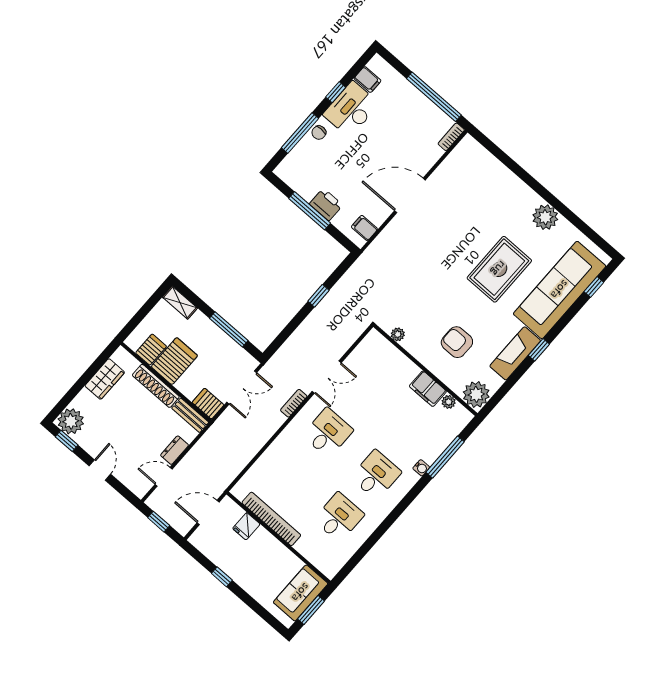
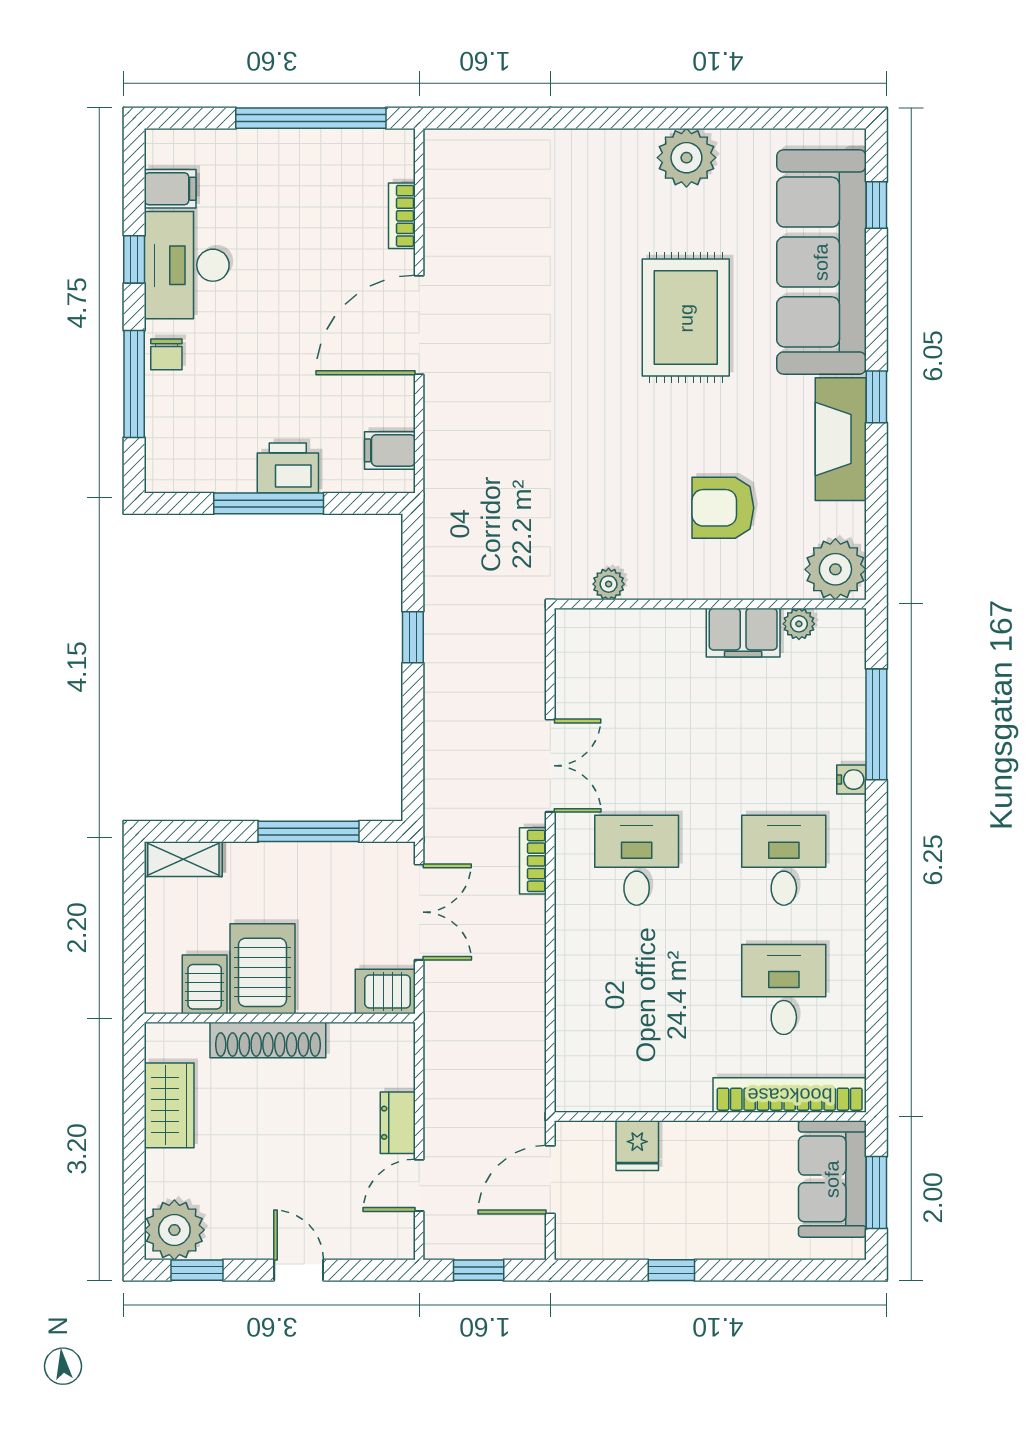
bookcase: (451, 137) -> (402, 216), moved
bench: (190, 415) -> (372, 1039), removed
bookcase: (271, 519) -> (790, 1095), moved

